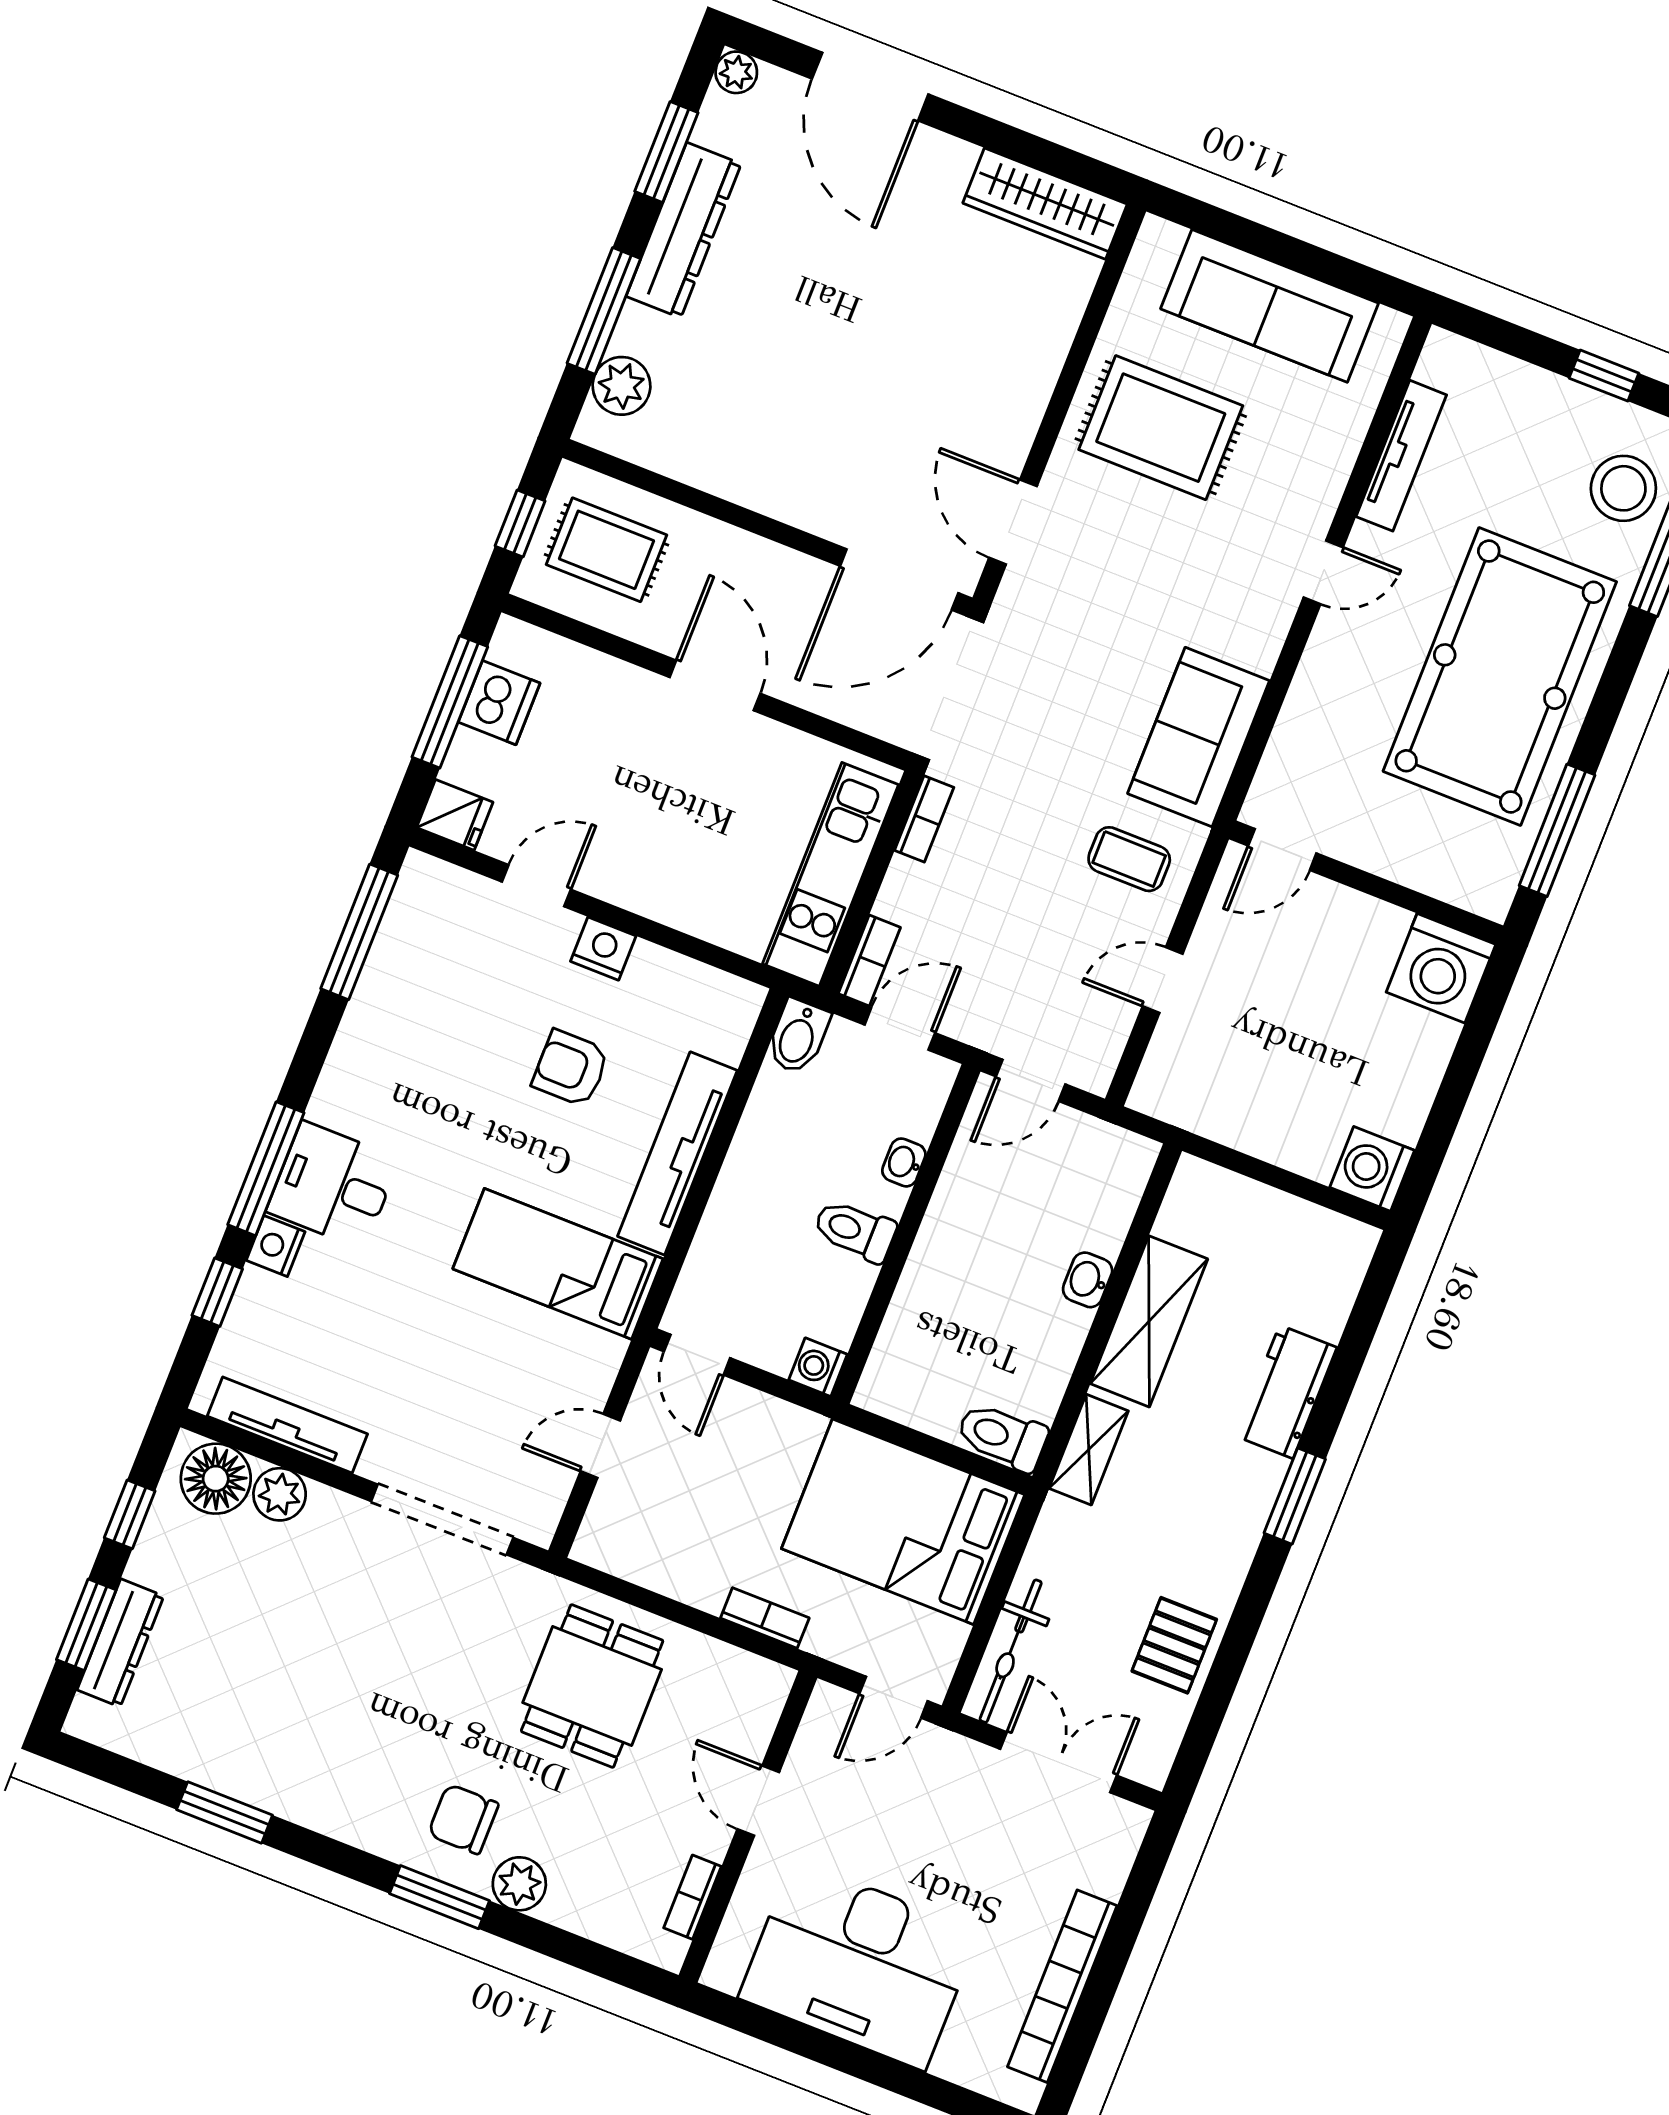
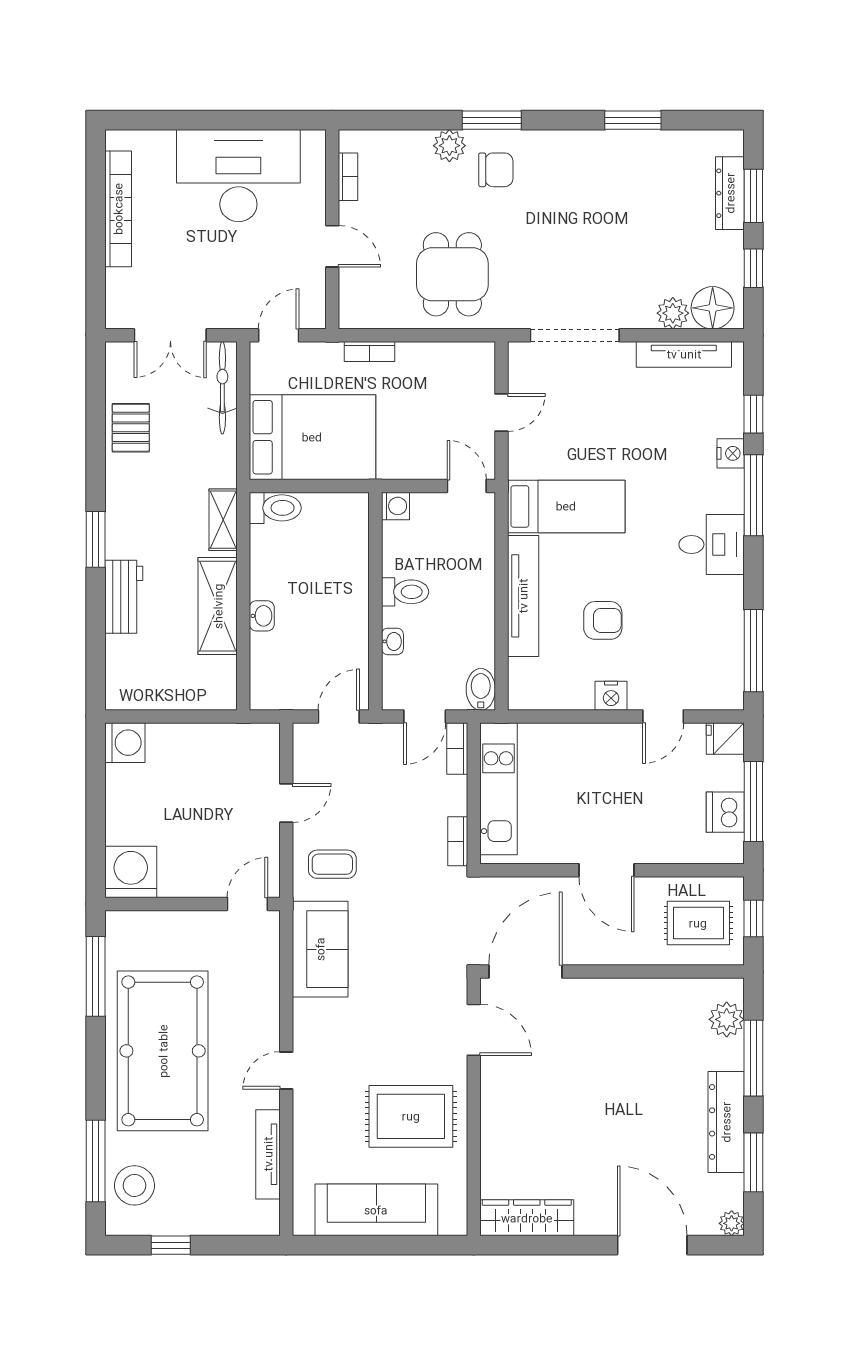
desk: (333, 1185) -> (712, 544), moved

